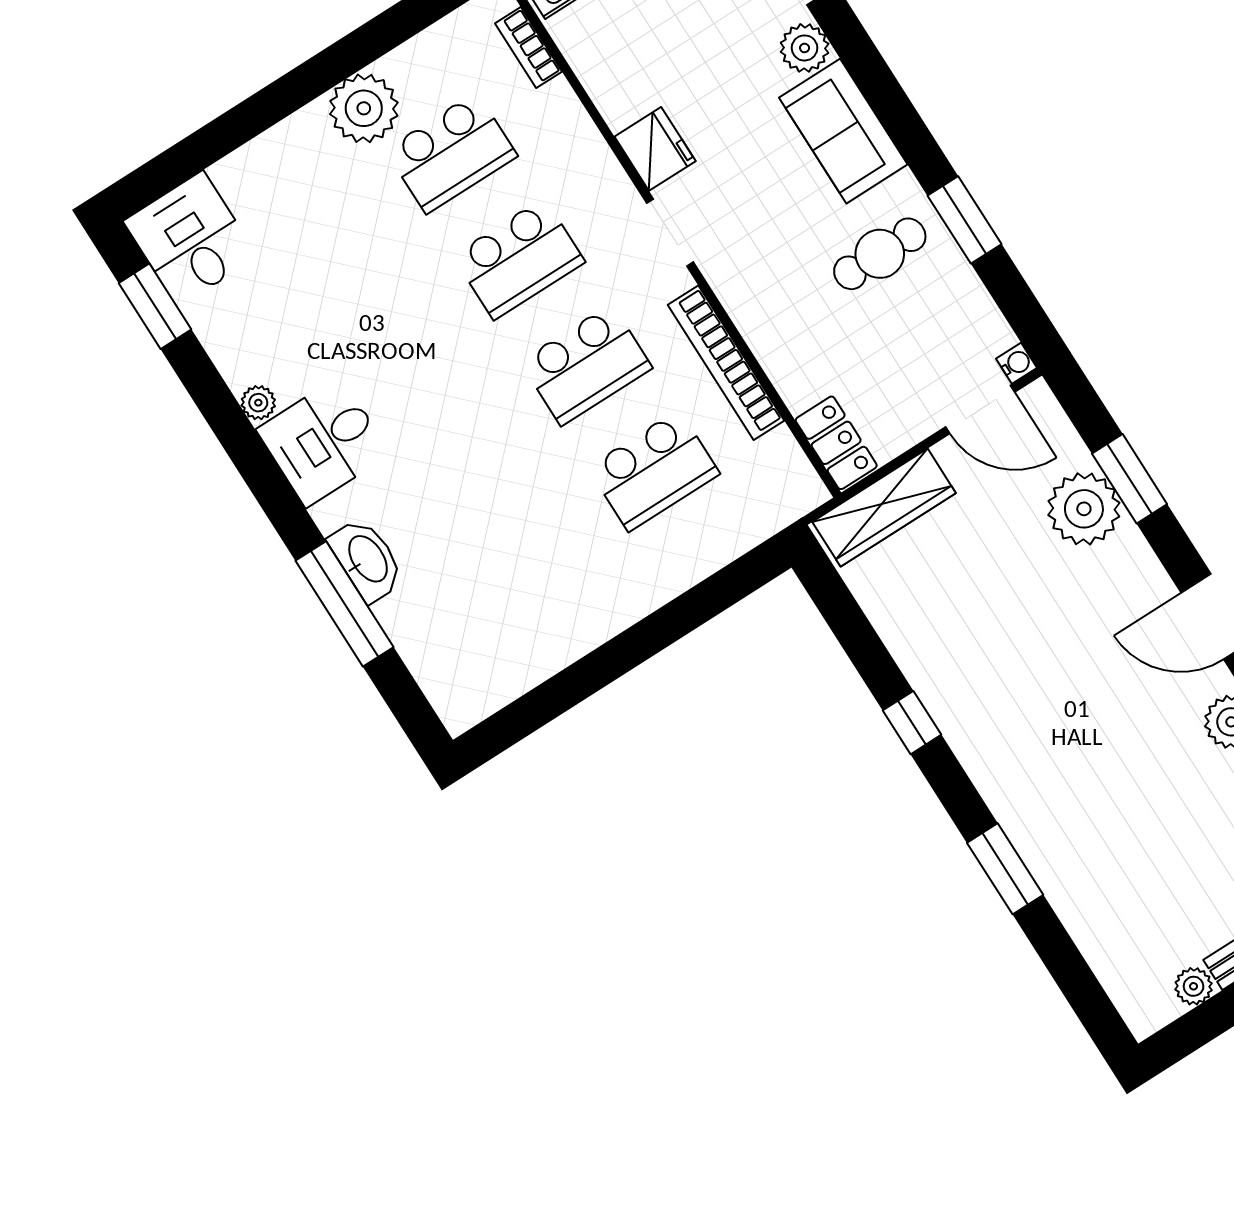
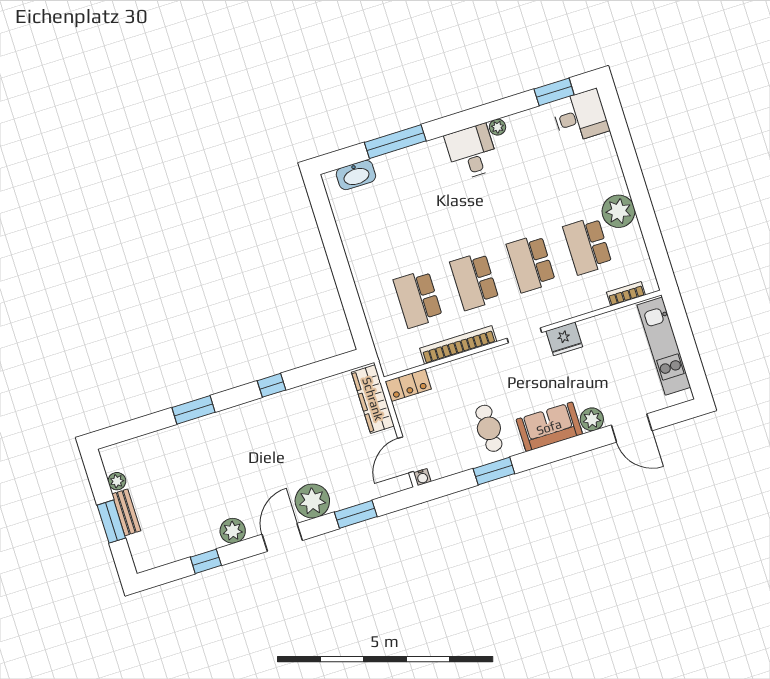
plant: (1084, 509) -> (312, 501), moved
washbasin: (367, 560) -> (356, 175), moved

